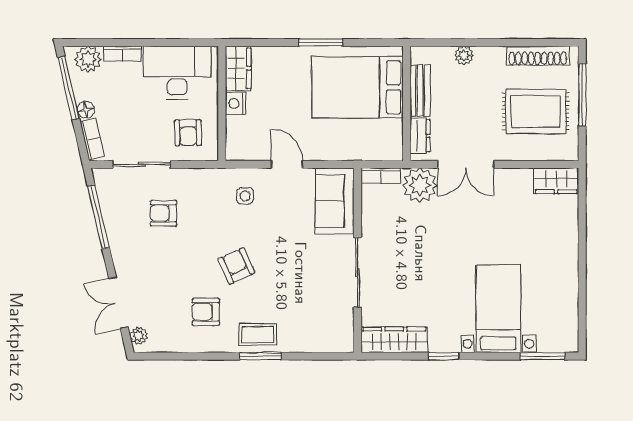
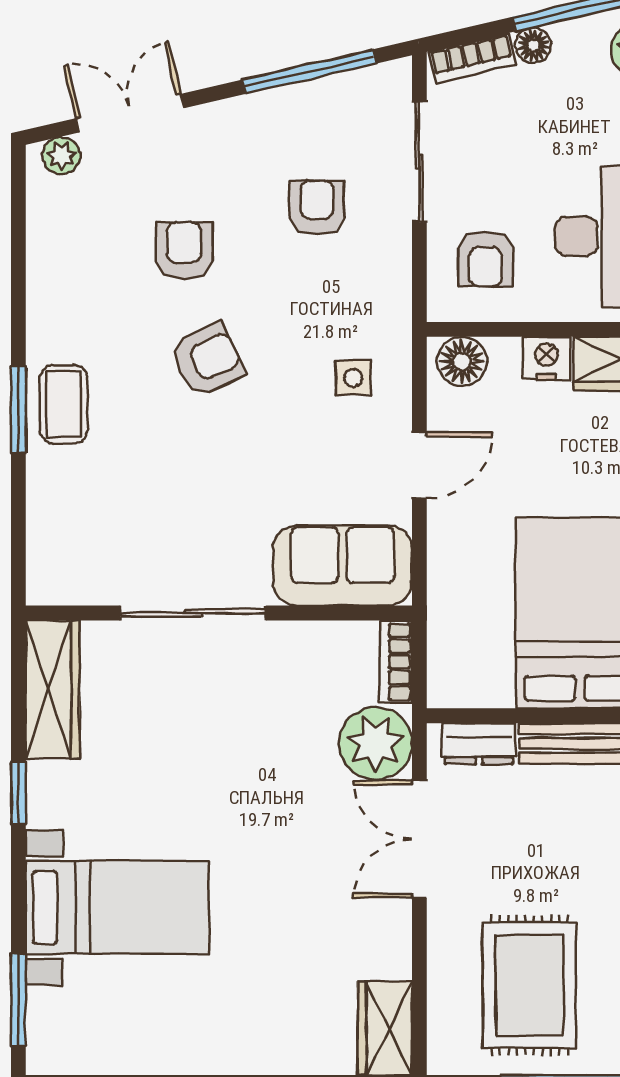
armchair: (188, 133) -> (485, 259), turned -89
floor lamp: (237, 144) -> (462, 361), added
armchair: (206, 312) -> (184, 250), moved

